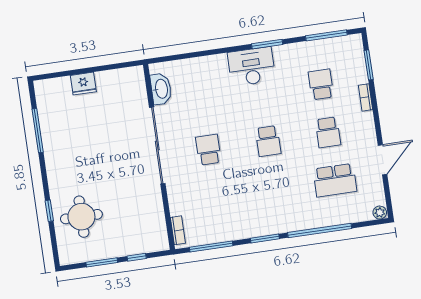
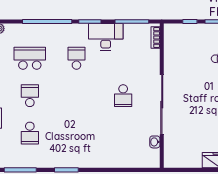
desk: (251, 67) -> (106, 37), moved, turned 180
washbasin: (161, 89) -> (155, 142), width x0.52, depth x0.69
school desk: (268, 141) -> (76, 58), moved

